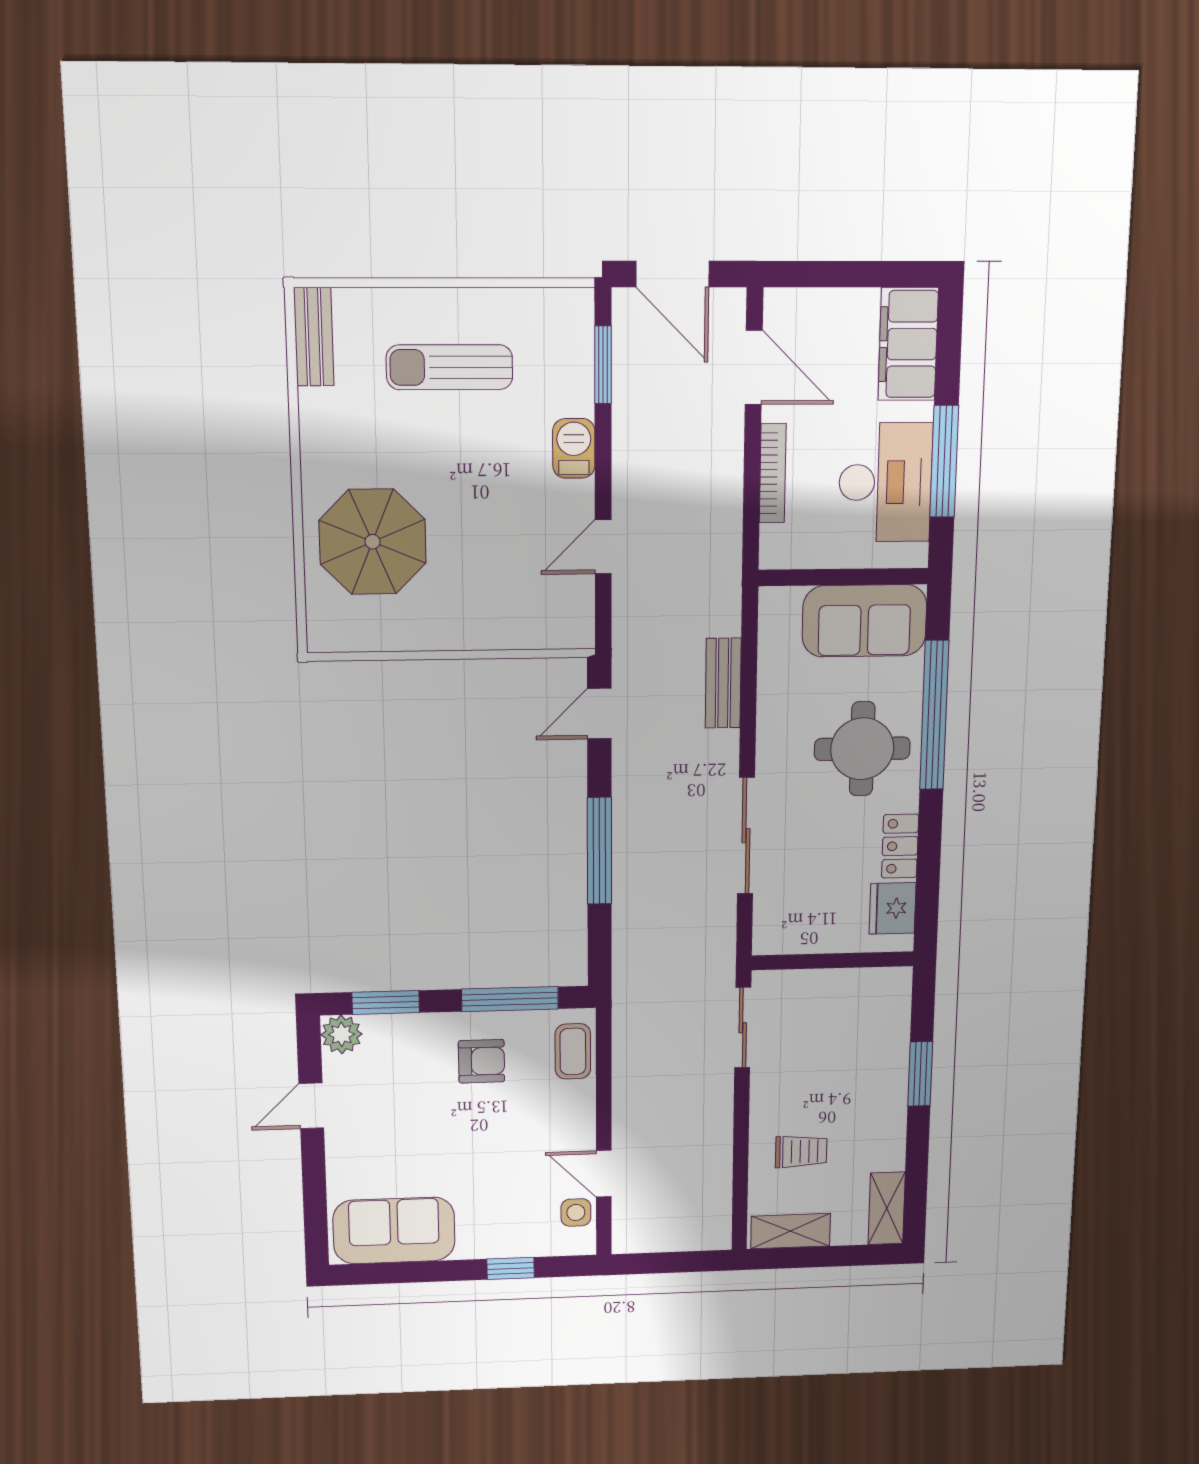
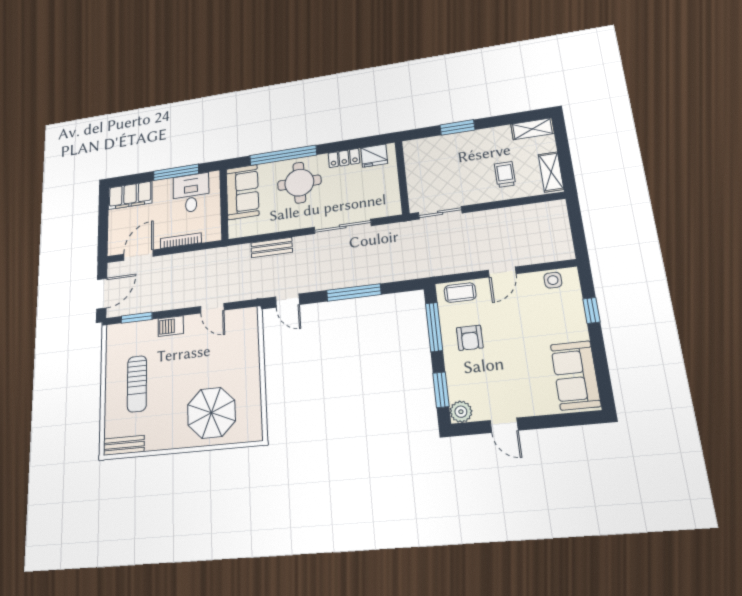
desk: (885, 482) -> (191, 193), width x0.73
armchair: (482, 1061) -> (470, 338), turned 180
door: (604, 1174) -> (502, 272), moved

